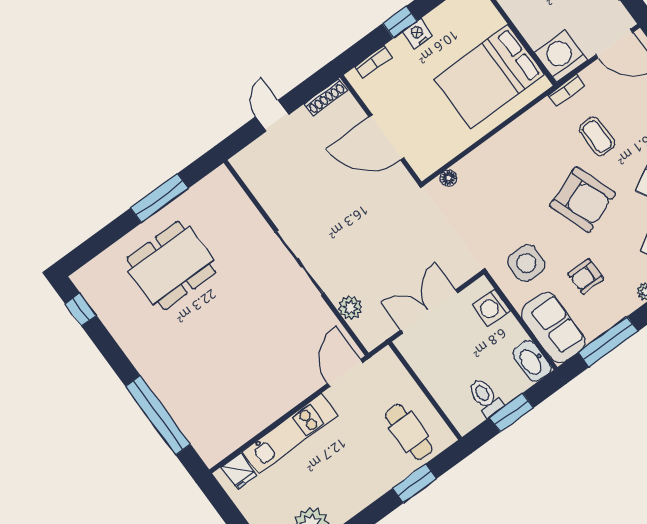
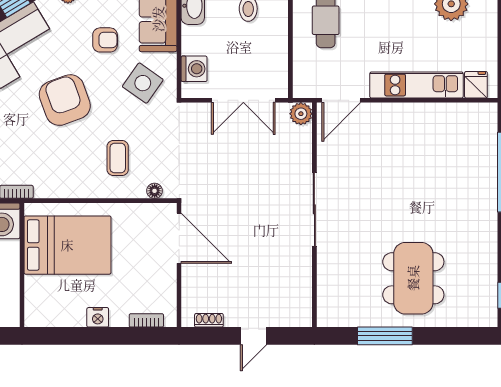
window: (400, 22) -> (105, 336), removed
shoe rack: (326, 97) -> (209, 320), width x0.70
coffee table: (597, 136) -> (118, 158), moved
door: (386, 137) -> (179, 238), moved
side table: (526, 263) -> (143, 83), turned 35
dining table: (171, 266) -> (413, 278), turned 90
plant: (350, 308) -> (301, 114), moved

